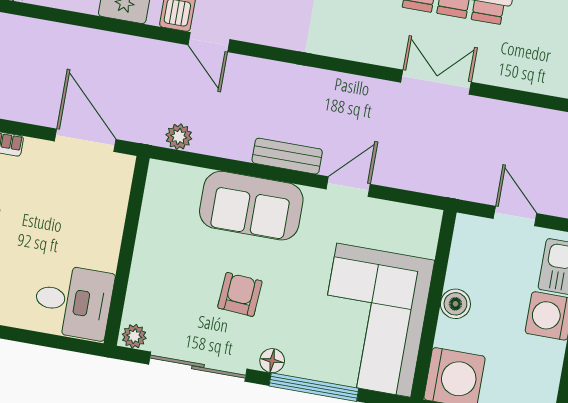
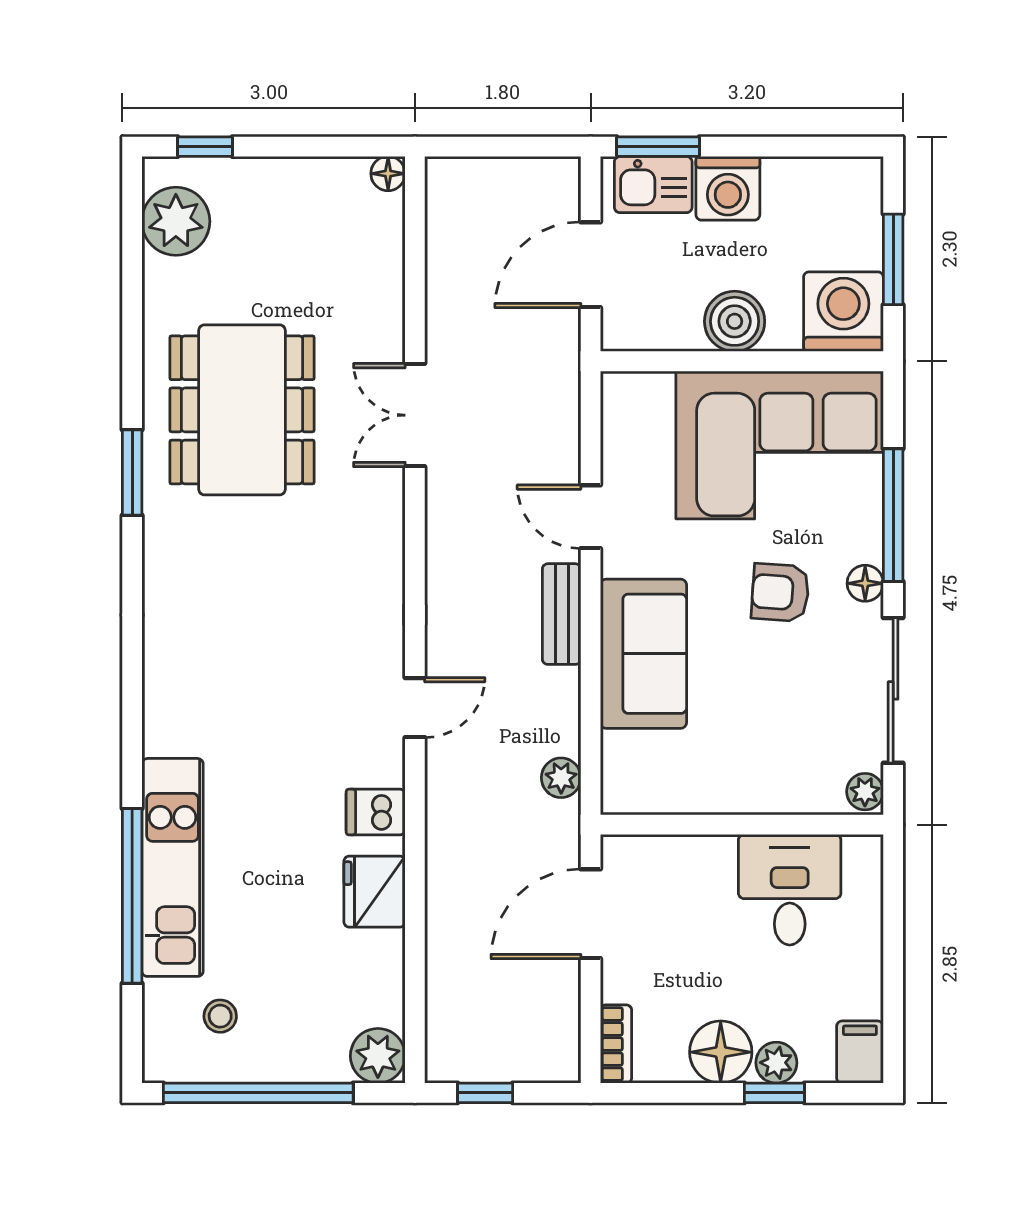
door: (209, 42) -> (415, 708), moved
door: (515, 216) -> (591, 265), width x1.38
armchair: (240, 294) -> (780, 592), moved
desk: (73, 302) -> (790, 890), moved
boiler: (455, 304) -> (735, 321), width x1.36, depth x1.36

